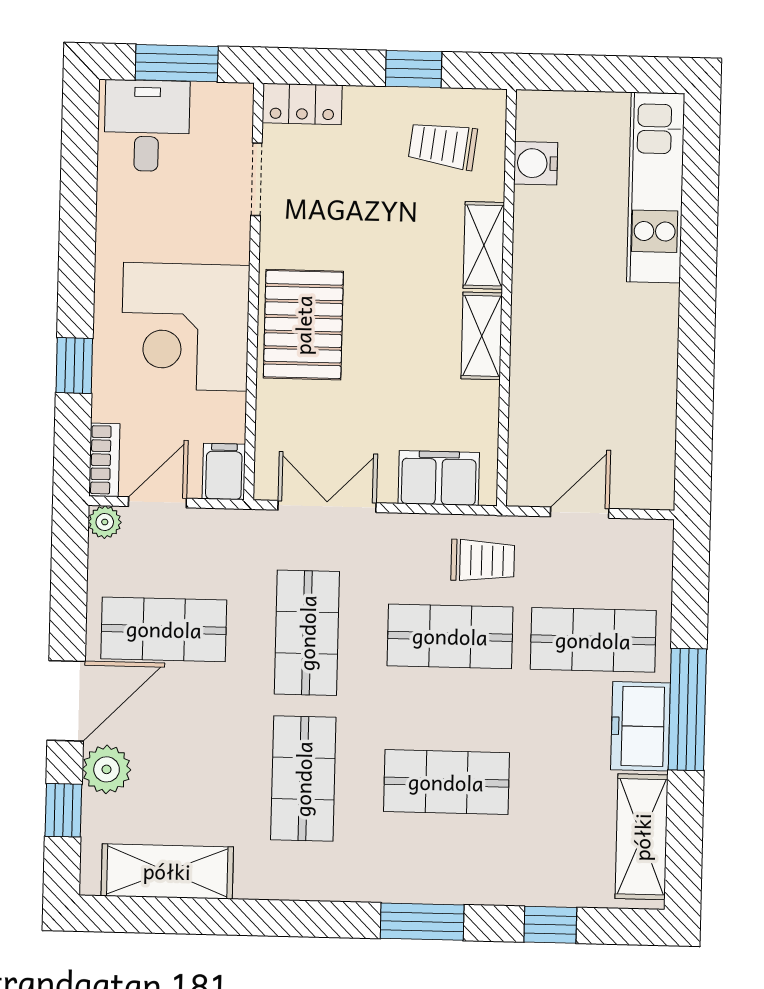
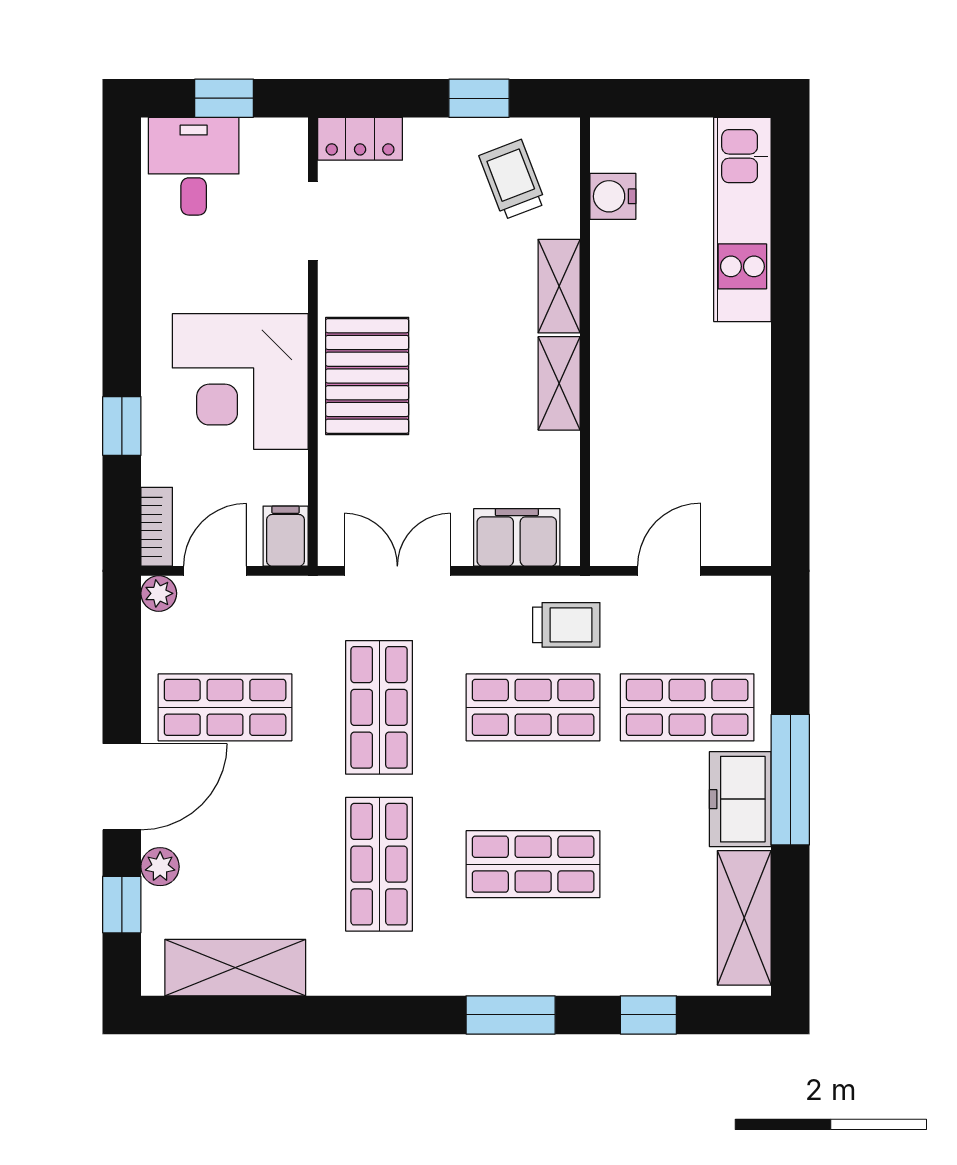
window: (177, 63) -> (224, 98), width x0.67
trolley: (443, 145) -> (512, 180), turned 62
plant: (107, 769) -> (160, 867), width x0.73, depth x0.73

